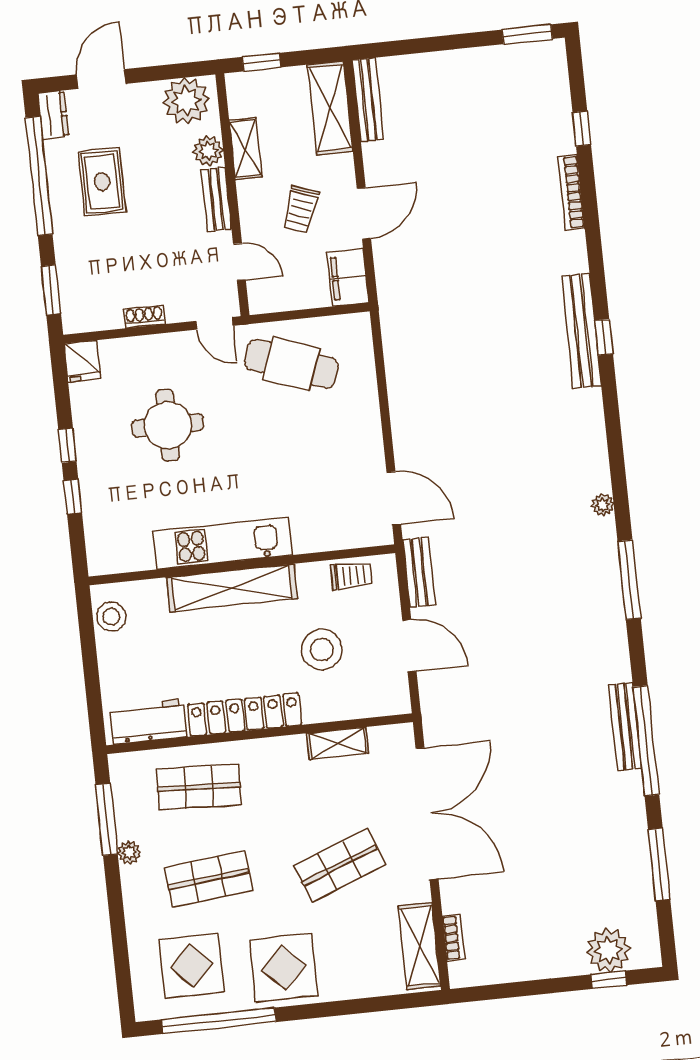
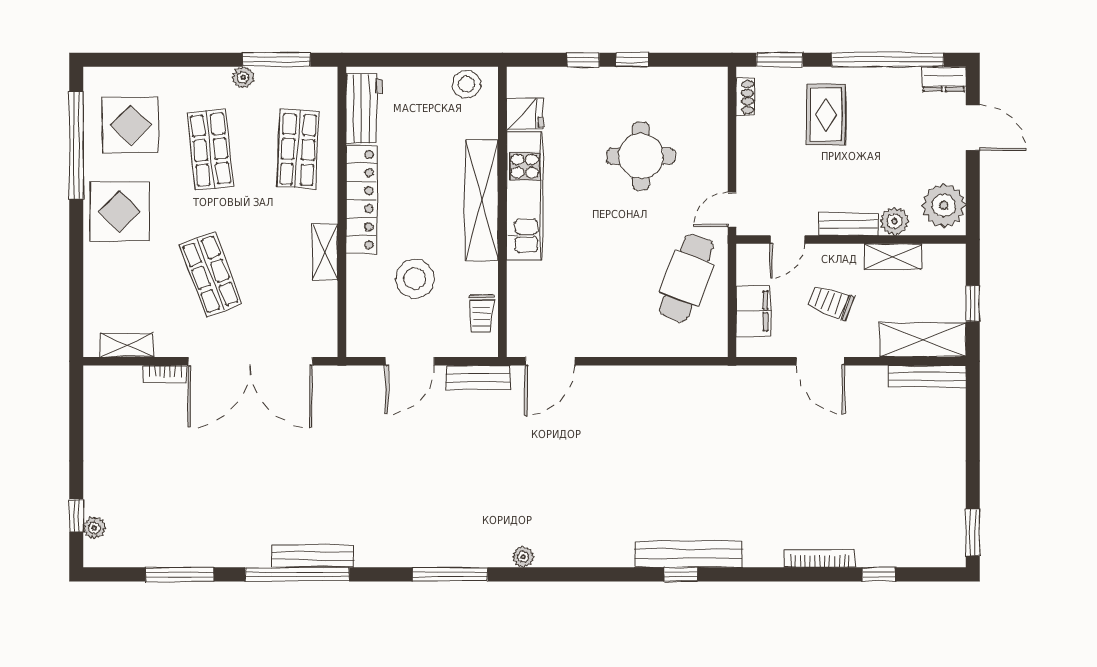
window: (262, 62) -> (973, 304), moved
rug: (102, 182) -> (826, 114), moved, turned 90
filing cabinet: (348, 277) -> (753, 311), moved, turned 90
shoe rack: (144, 317) -> (745, 97), moved
fridge: (82, 361) -> (525, 114), moved, turned 180
shelving: (338, 743) -> (325, 252), moved
bookcase: (454, 938) -> (165, 374), moved
shelving: (420, 946) -> (127, 345), width x0.67, depth x0.75
plant: (608, 950) -> (94, 528), width x0.53, depth x0.53

